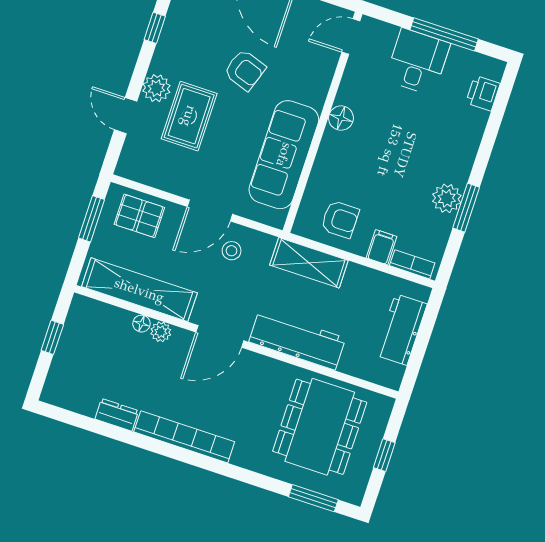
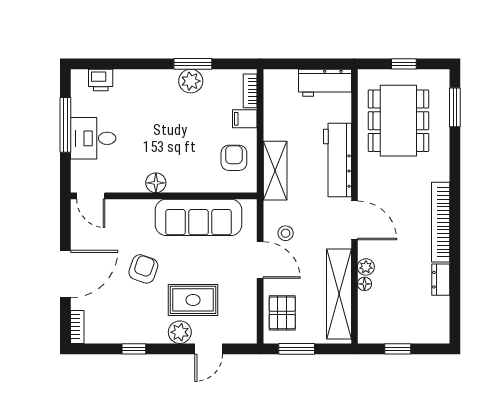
workbench: (401, 330) -> (325, 83), moved
dining table: (320, 427) -> (398, 121), turned 90

